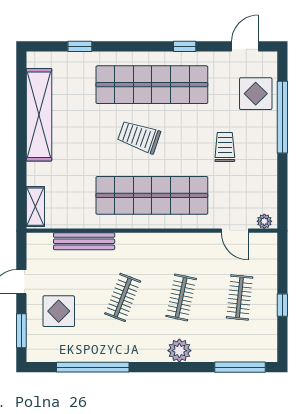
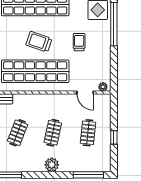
trolley: (139, 137) -> (39, 42), moved

